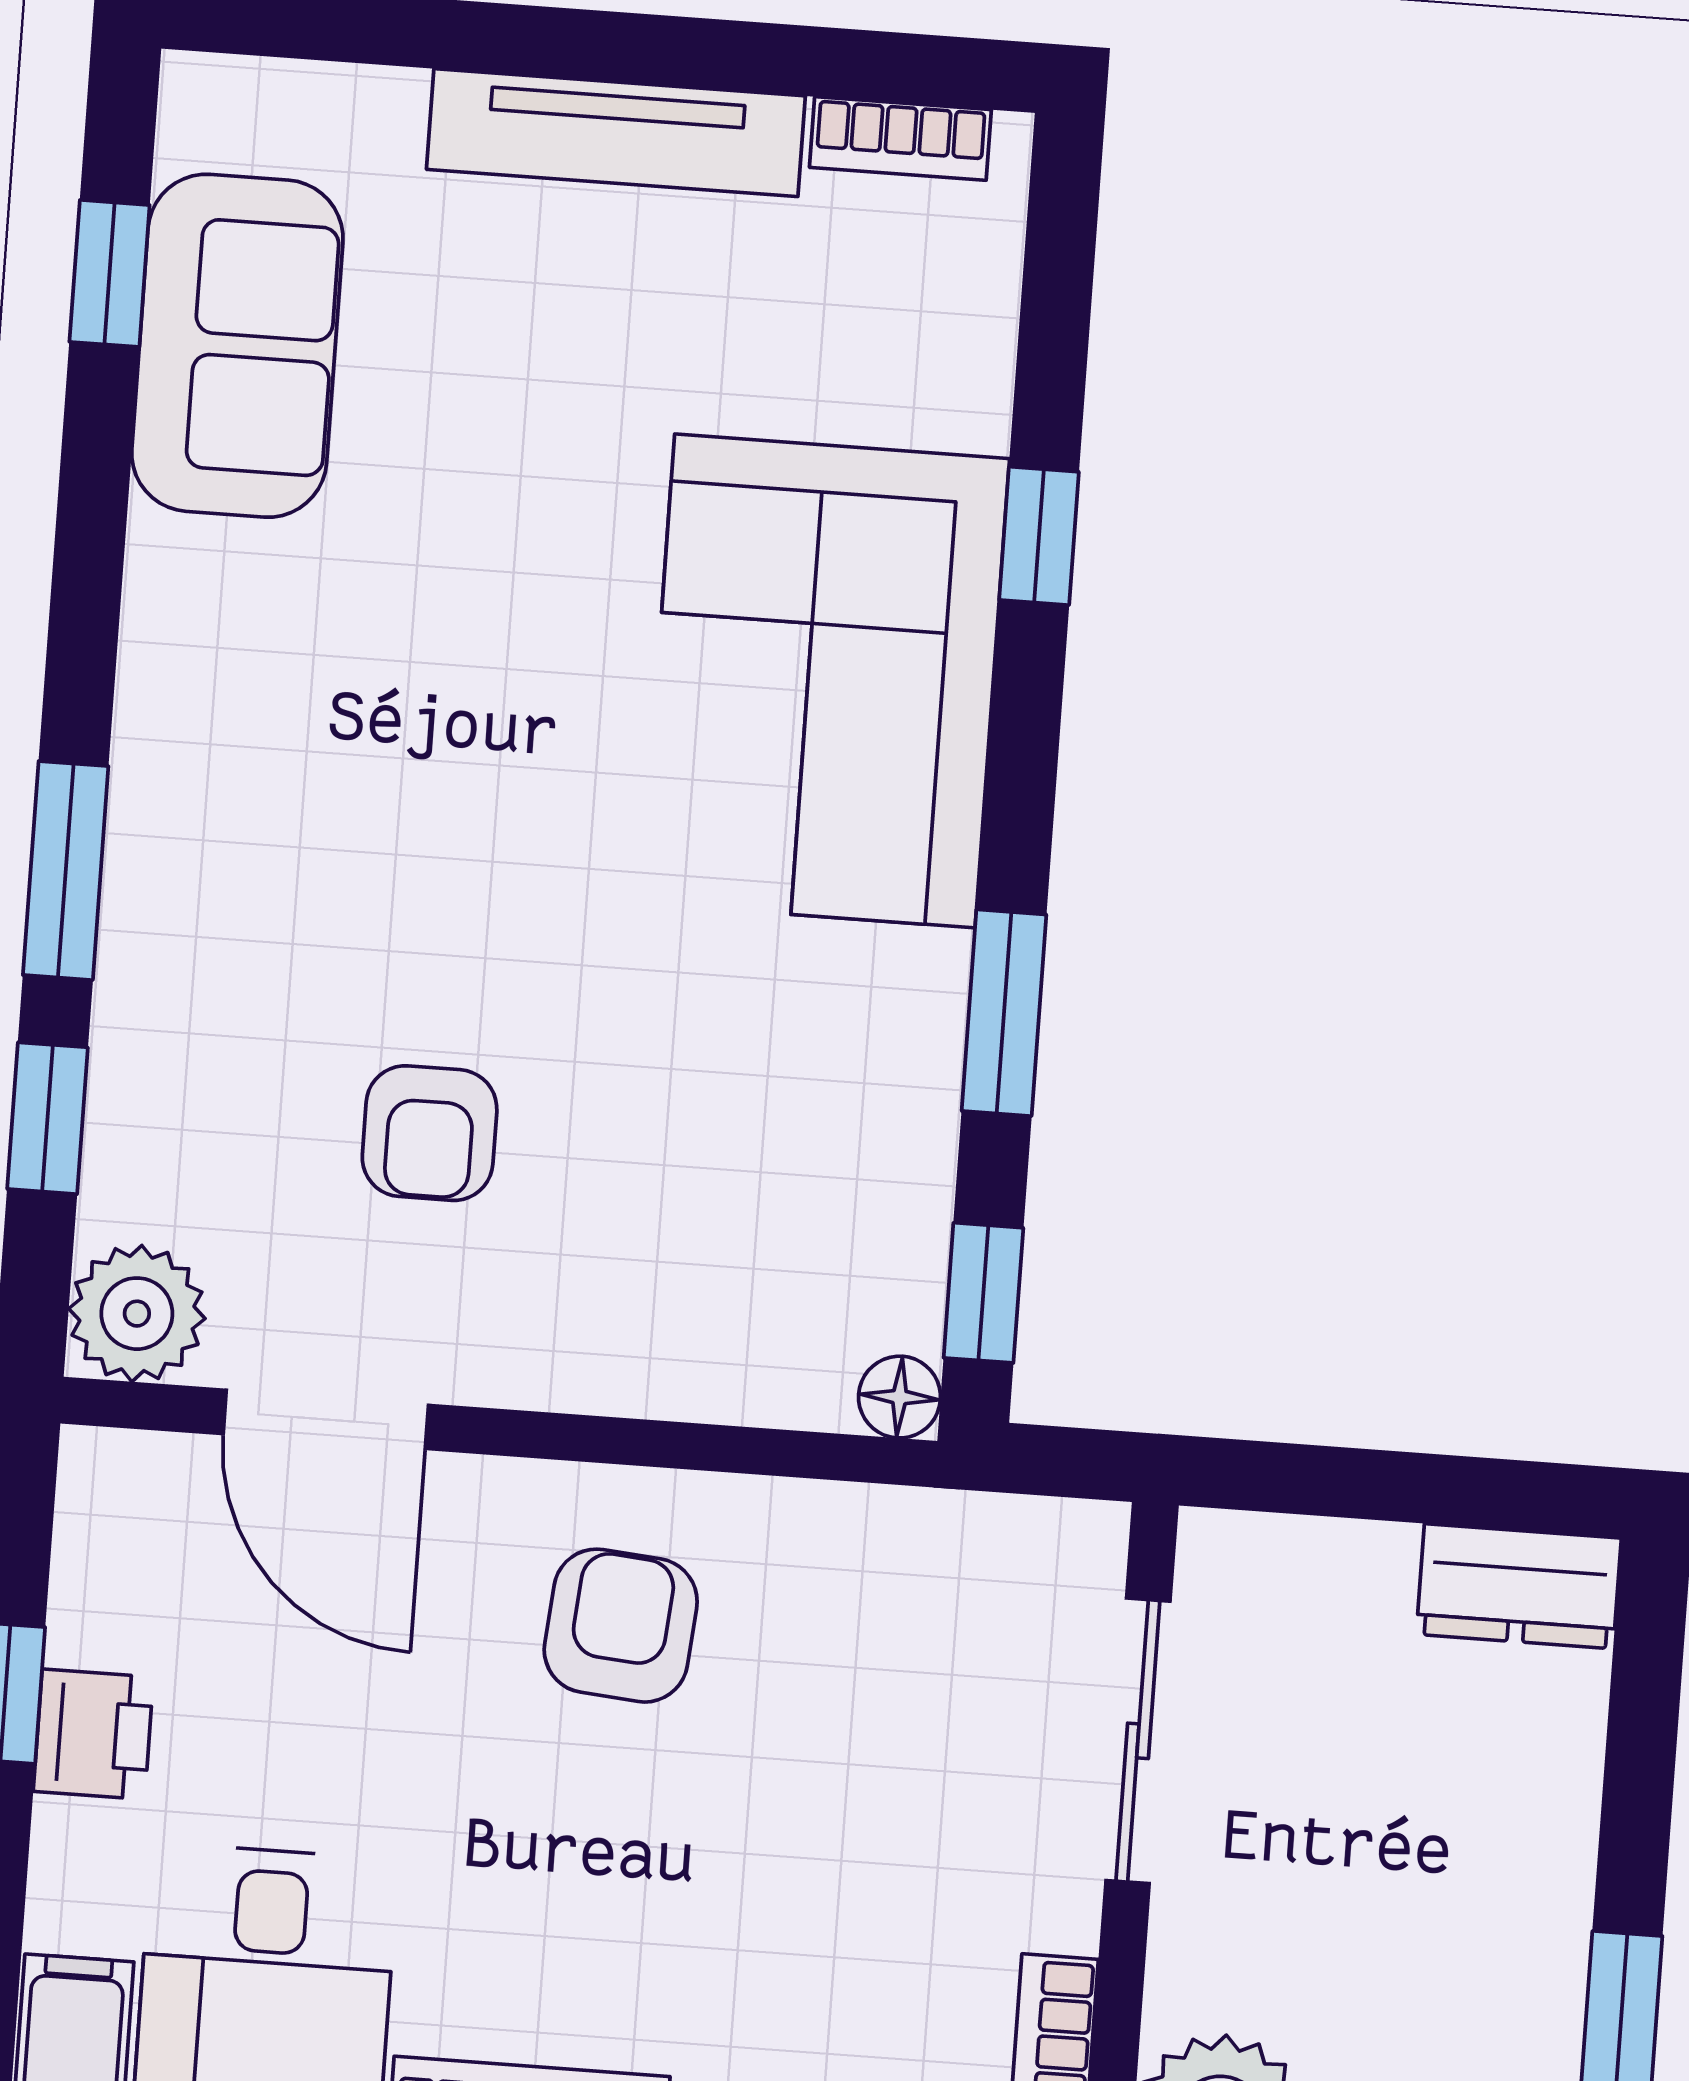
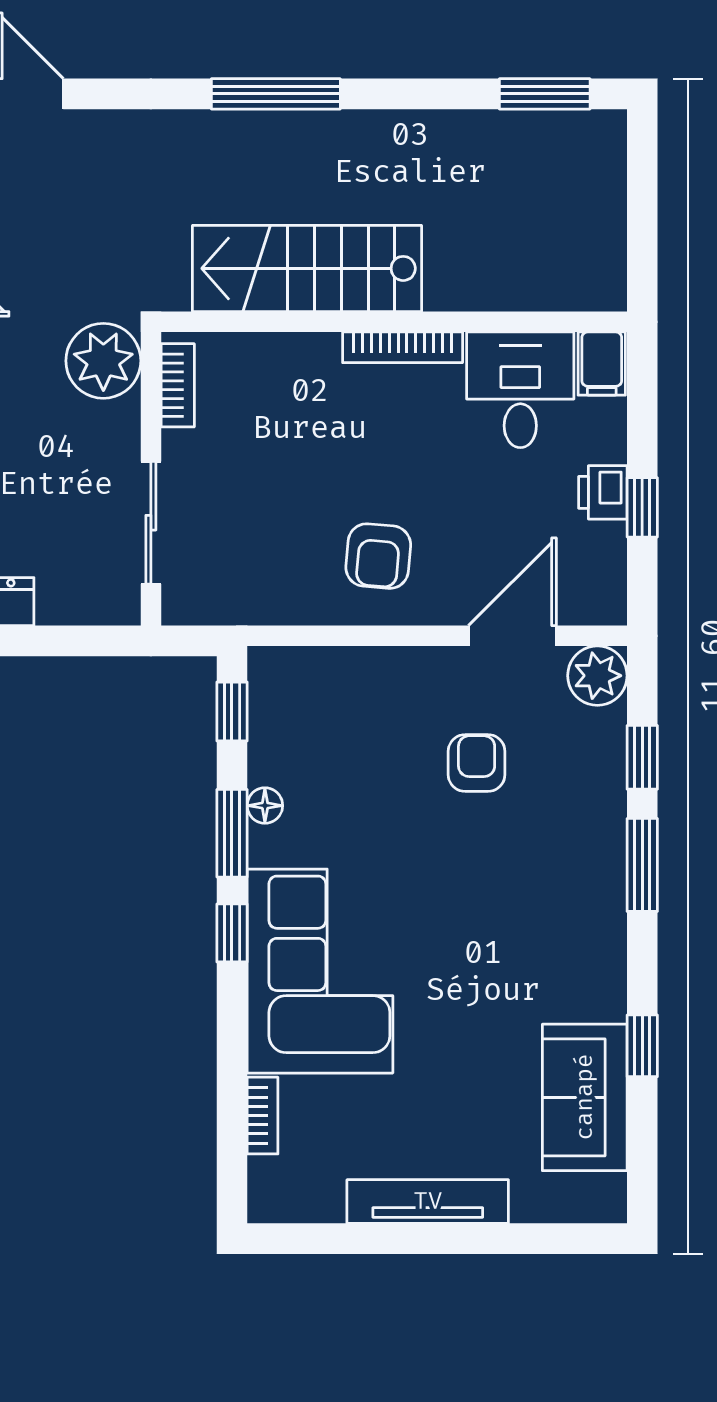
bookcase: (900, 138) -> (263, 1116), moved, turned 90
window: (110, 273) -> (642, 1046), moved
window: (1039, 536) -> (232, 933), moved
floor lamp: (900, 1397) -> (265, 806), moved
door: (326, 1419) -> (512, 636), hinge flipped

